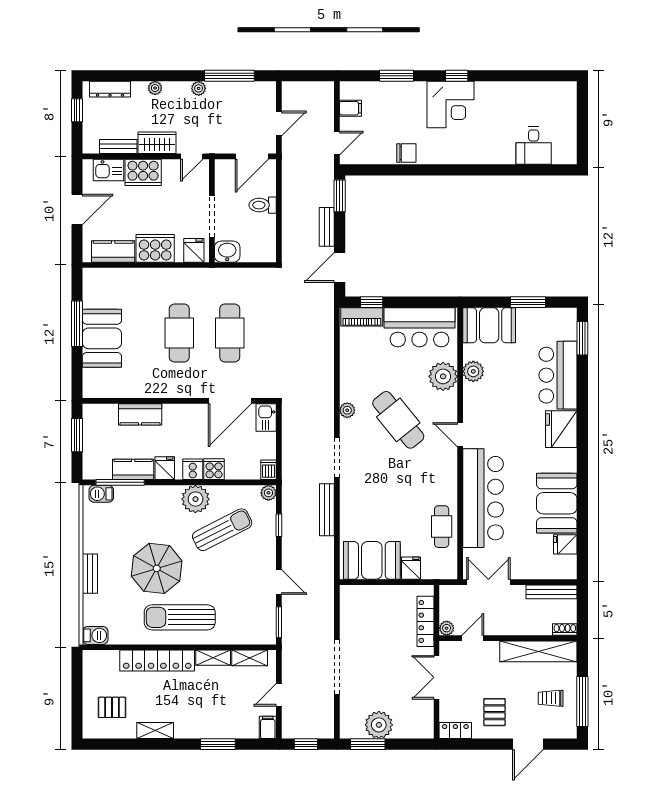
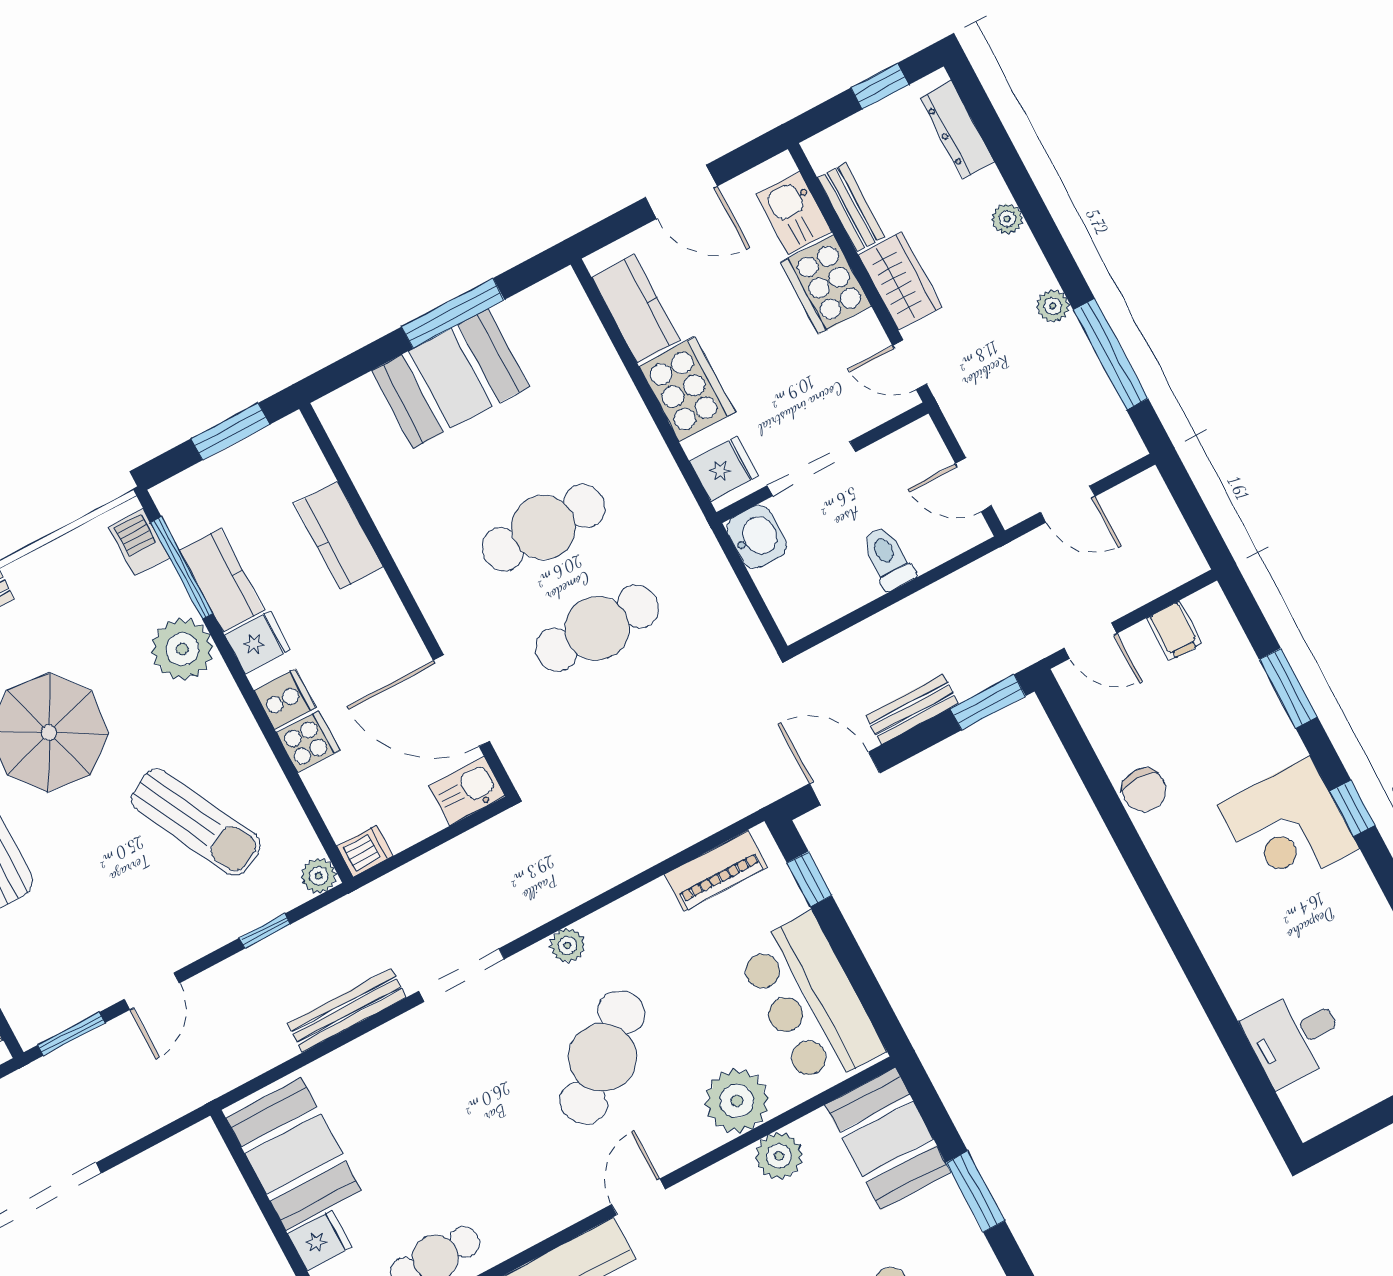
door: (252, 156) -> (973, 485), width x0.73
piano: (362, 317) -> (716, 871), moved, turned -90
plant: (195, 499) -> (182, 649), moved

